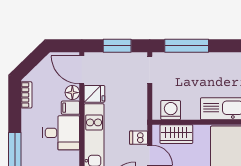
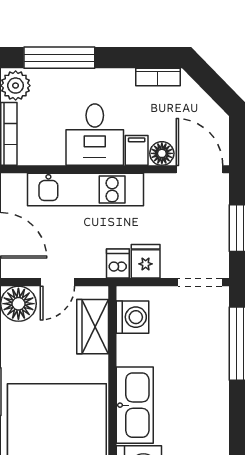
door: (82, 70) -> (200, 169), hinge flipped
fridge: (94, 94) -> (146, 261), moved, turned 180
dishwasher: (139, 138) -> (118, 264), moved

